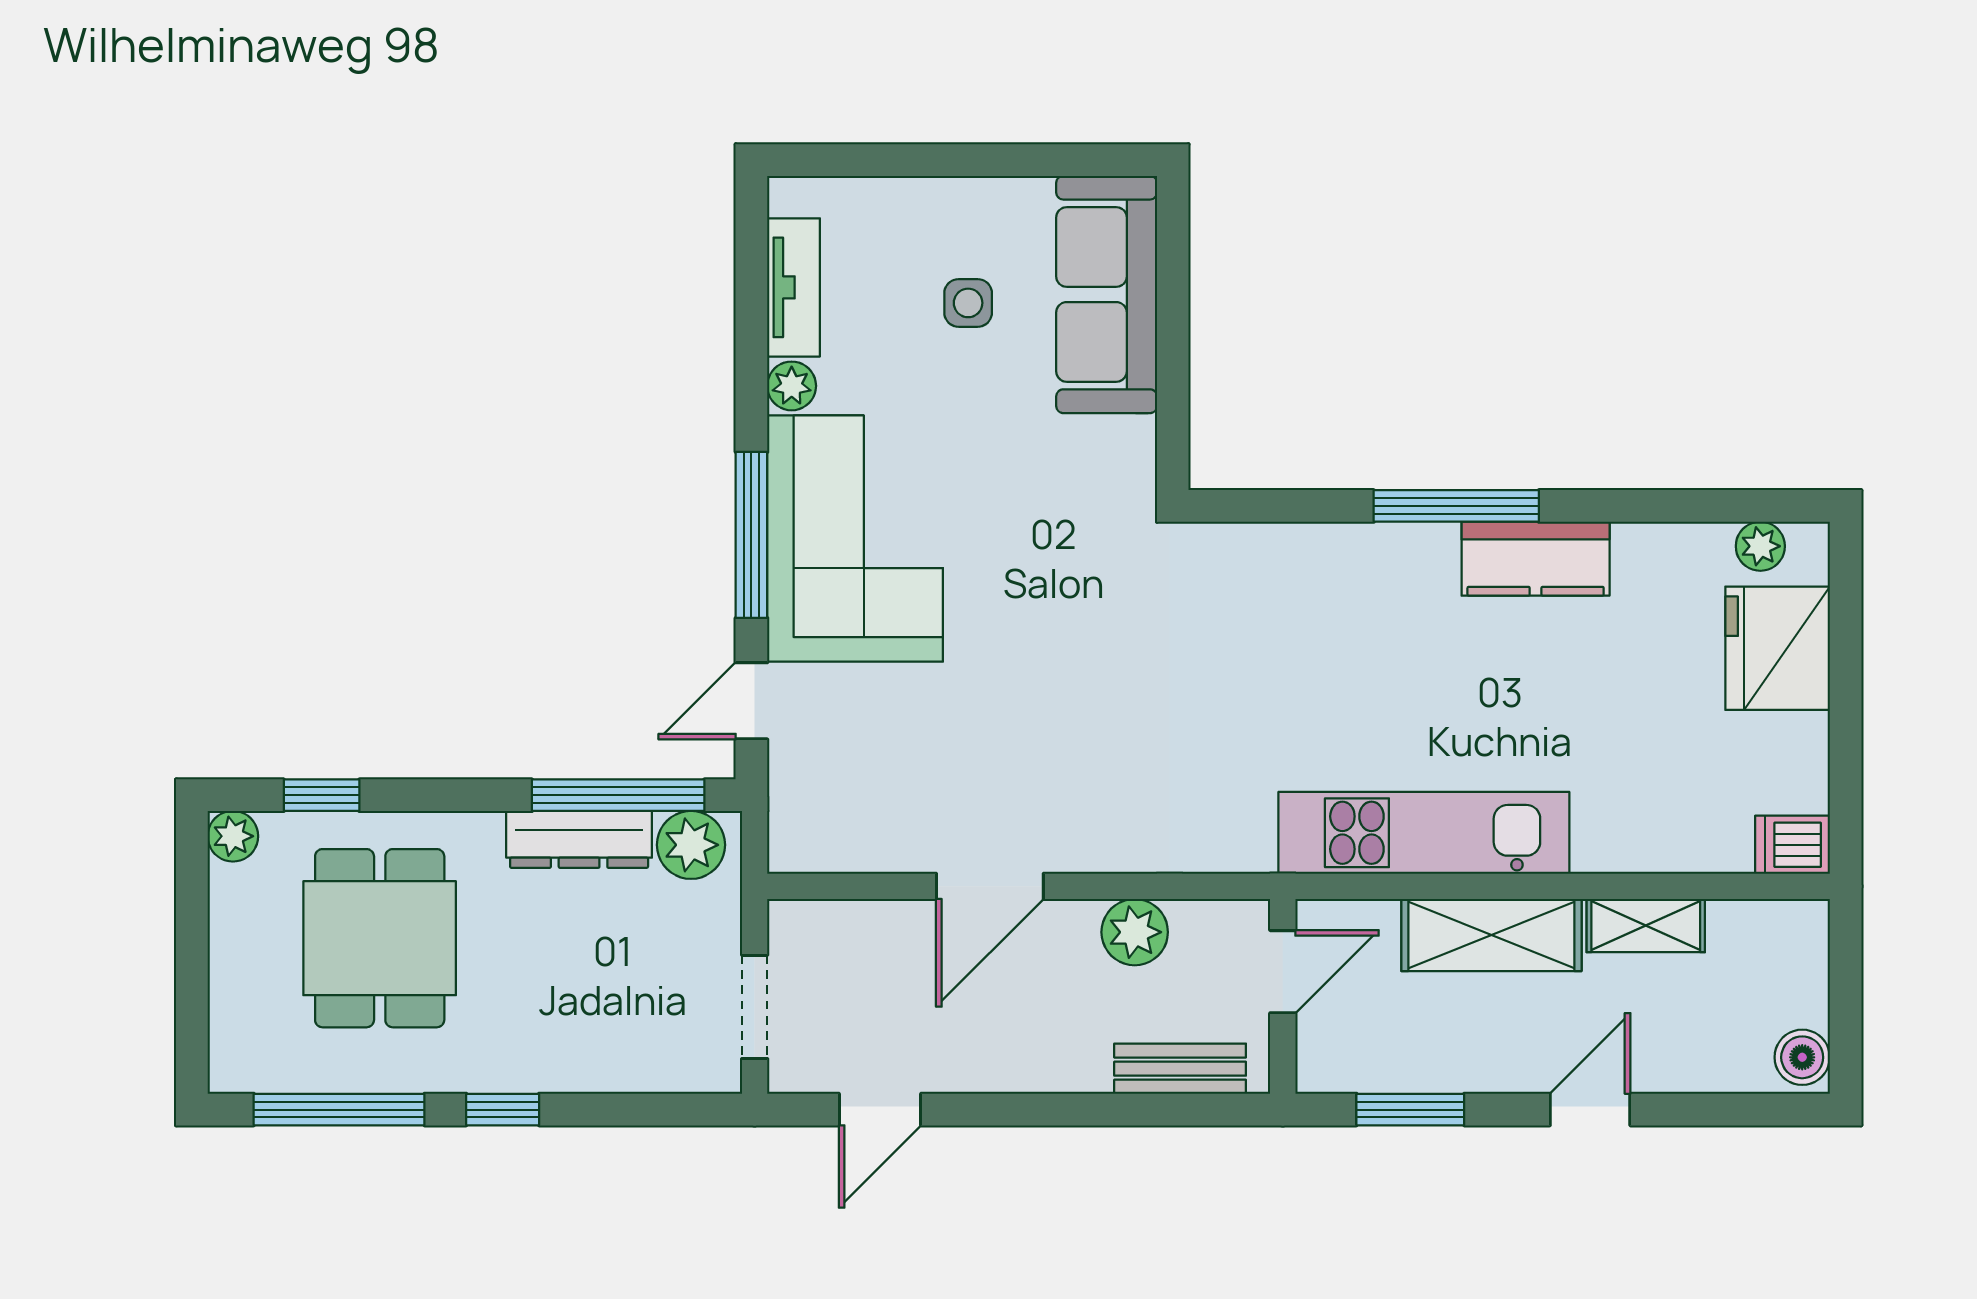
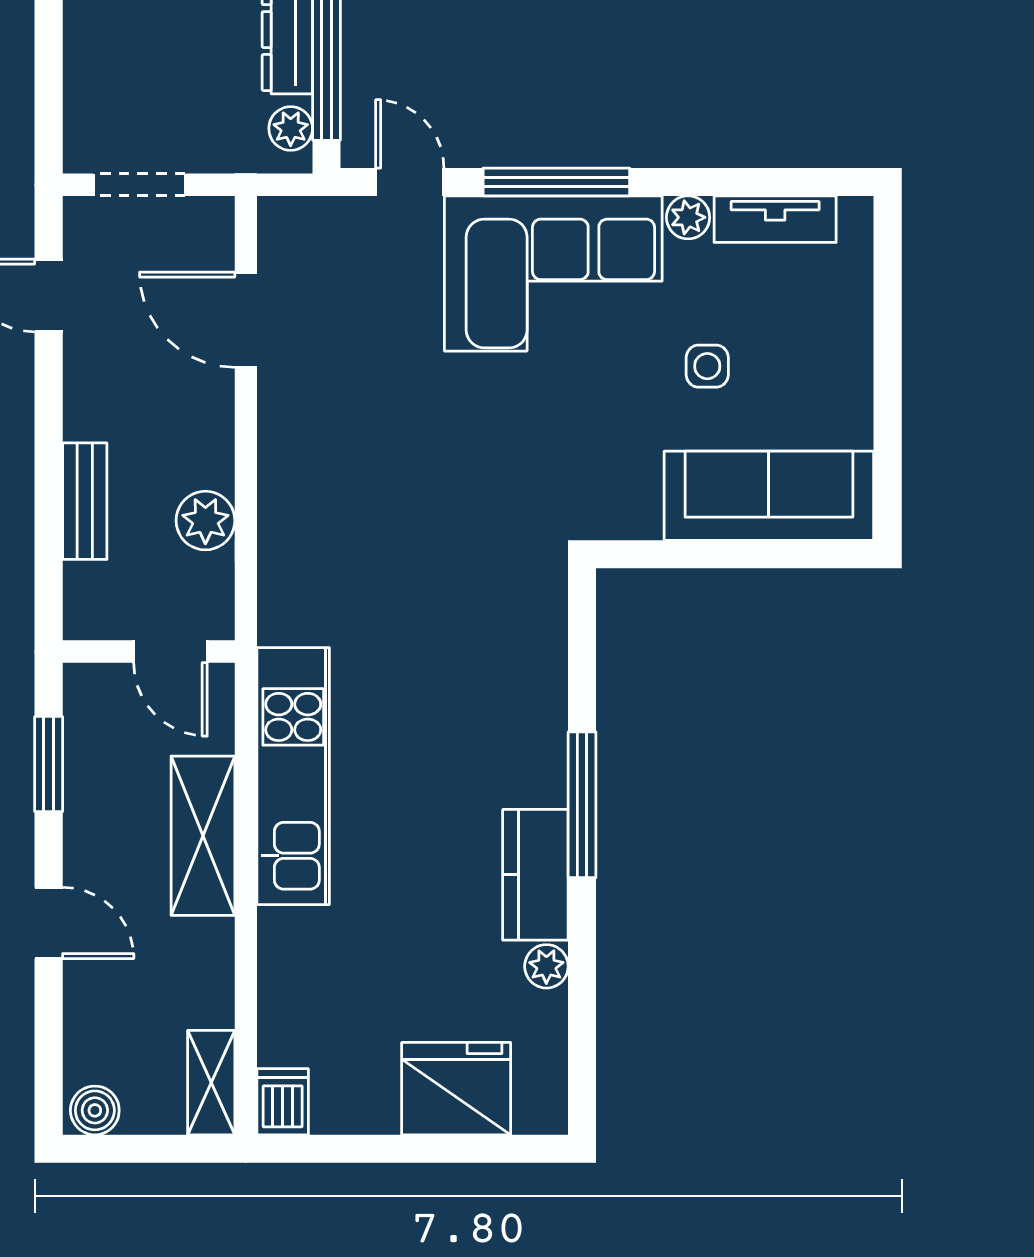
side table: (968, 303) -> (707, 366), moved
plant: (1760, 546) -> (546, 966), moved
plant: (691, 845) -> (291, 128), width x0.73, depth x0.73
door: (990, 886) -> (246, 320), moved
shelving: (1646, 926) -> (211, 1083), moved
bench: (1180, 1069) -> (85, 501), moved

